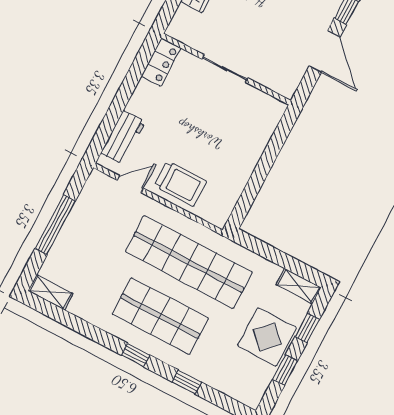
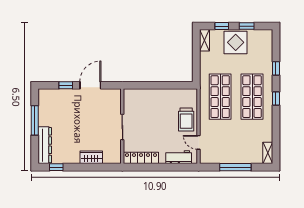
locker: (161, 62) -> (141, 158), width x1.53
trolley: (180, 183) -> (186, 120), turned 180
shop shelf: (189, 262) -> (220, 97), width x0.71

